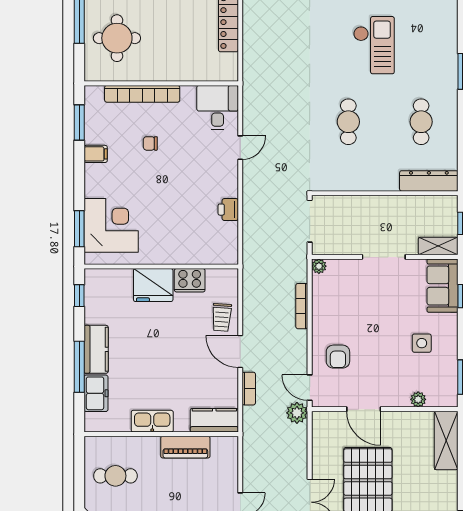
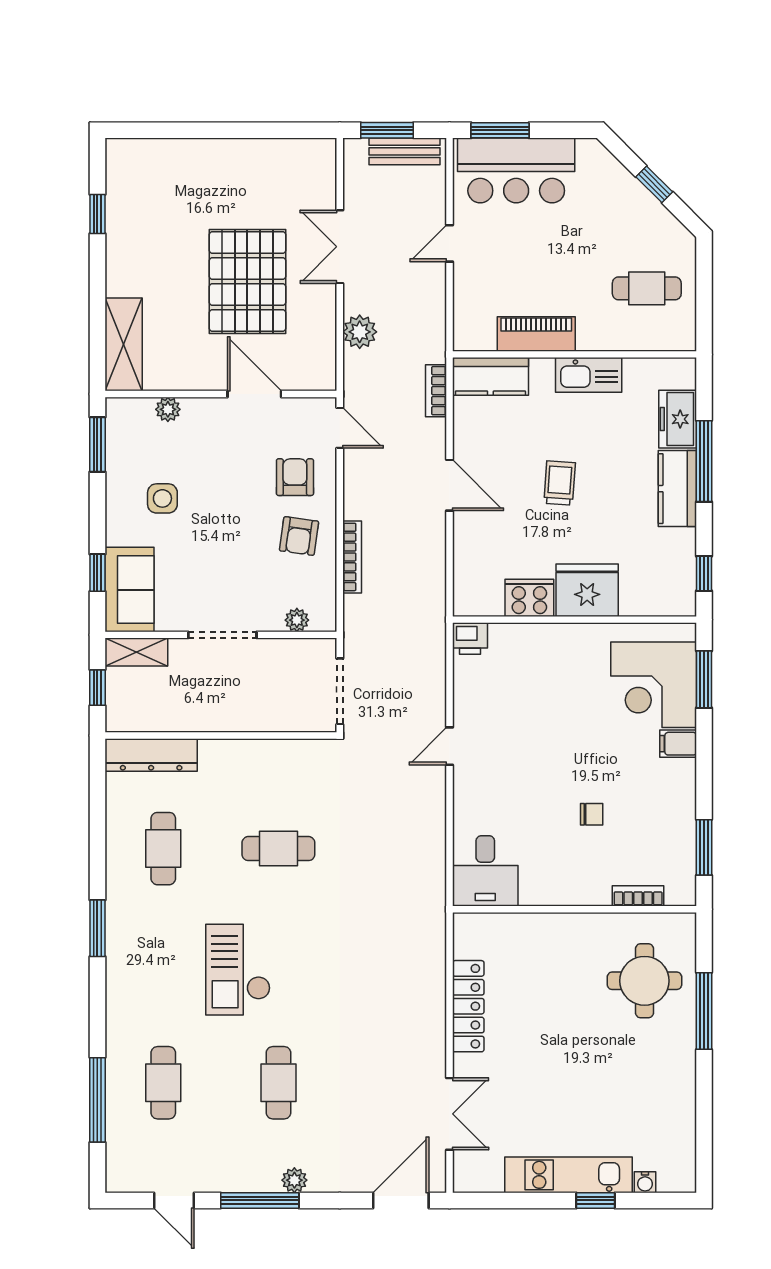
bookcase: (142, 94) -> (638, 896), width x0.43, depth x0.76
cafe table: (348, 122) -> (278, 849), turned 90
door: (240, 148) -> (450, 746), moved
filing cabinet: (96, 154) -> (678, 744), moved
printer: (228, 210) -> (470, 639), moved, turned 90
plant: (319, 266) -> (297, 620), moved
trolley: (222, 317) -> (560, 483), moved
armchair: (335, 319) -> (299, 536), added
bookcase: (249, 389) -> (436, 391), moved
plant: (297, 413) -> (360, 332), moved

